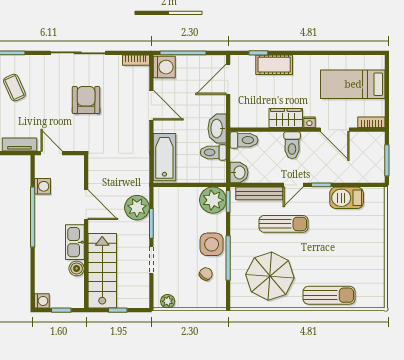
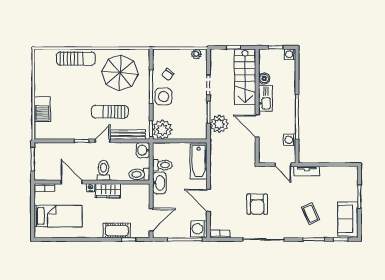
barbecue: (347, 198) -> (42, 109), moved, turned 90
sun lounger: (329, 295) -> (76, 59), turned 180

